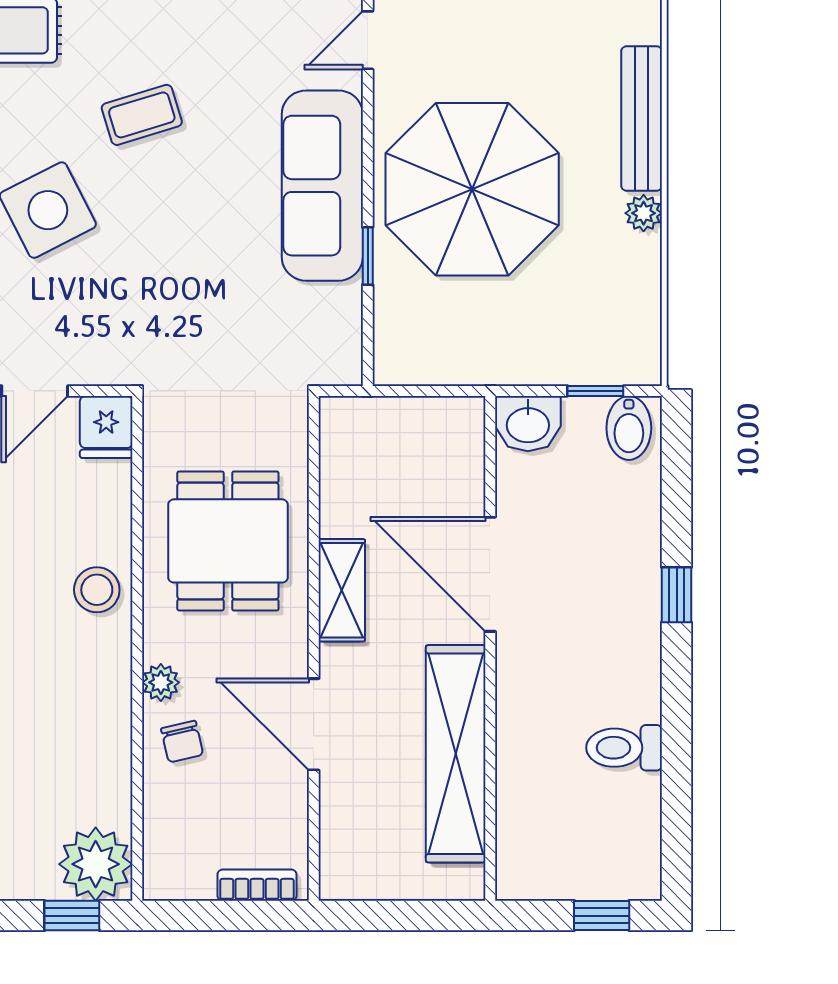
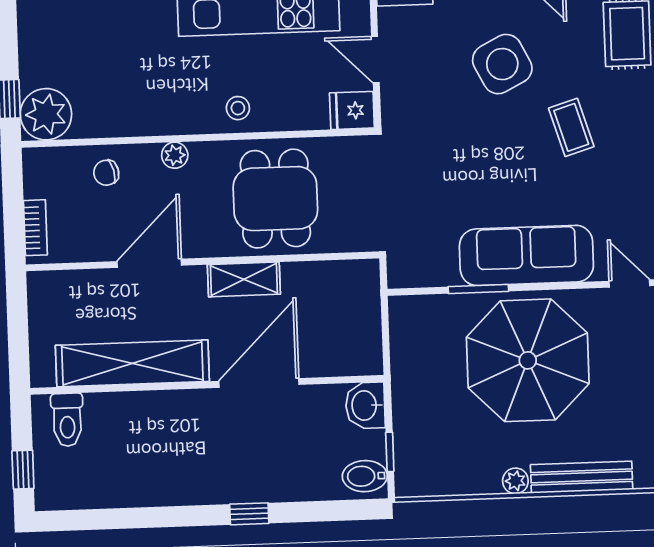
window: (368, 256) -> (478, 289), width x1.50
dining table: (228, 541) -> (275, 199), turned 90
stool: (97, 590) -> (238, 108), width x0.73, depth x0.73
chair: (182, 742) -> (106, 173), moved
toilet: (624, 748) -> (67, 420), moved, turned 180

